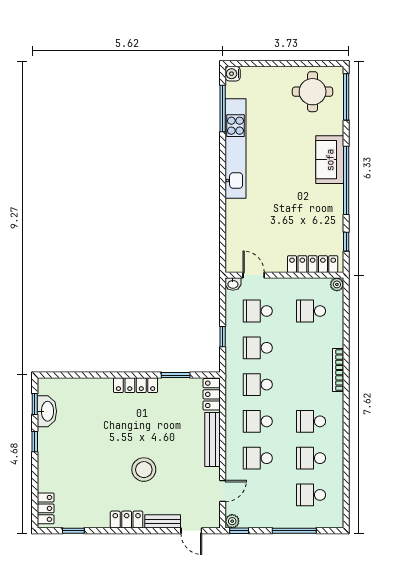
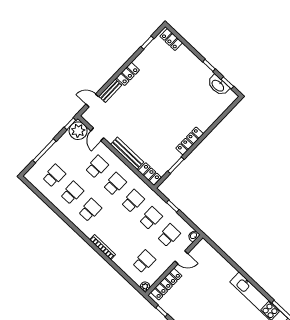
door: (254, 275) -> (181, 257), moved
stool: (144, 470) -> (144, 106), removed
plant: (232, 521) -> (78, 131), width x1.87, depth x1.87

